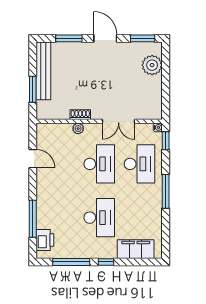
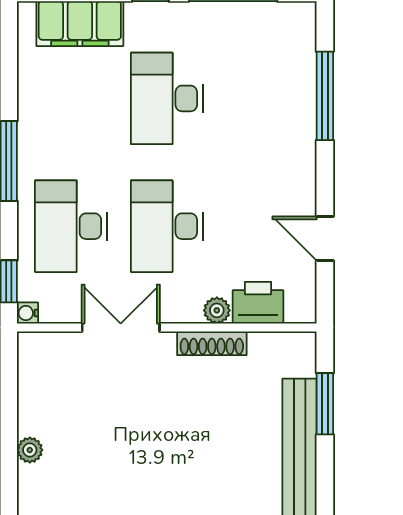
plant: (152, 65) -> (30, 450), width x0.53, depth x0.53
shoe rack: (80, 115) -> (212, 343), width x1.43
printer: (45, 240) -> (258, 303), moved, turned 90

